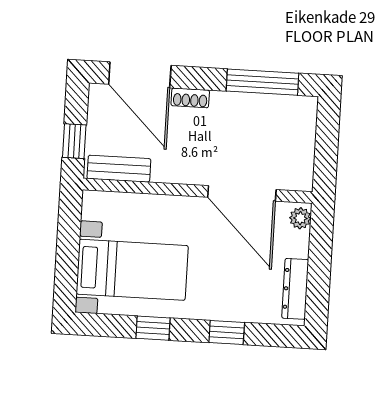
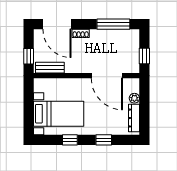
window: (326, 155) -> (144, 56), added
plant: (300, 218) -> (134, 98), moved

